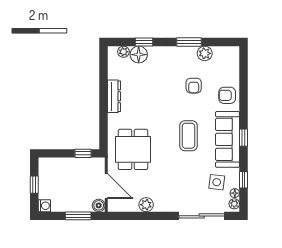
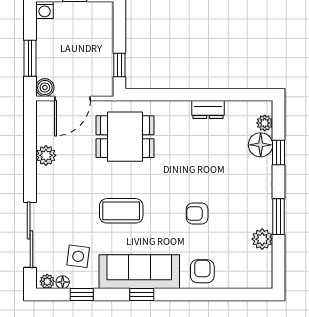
armchair: (194, 86) -> (197, 213), moved
dresser: (114, 96) -> (208, 110), width x0.70
coffee table: (188, 136) -> (121, 211), moved

